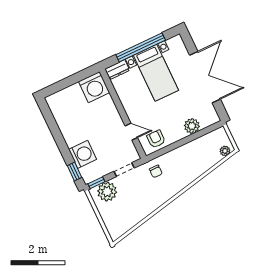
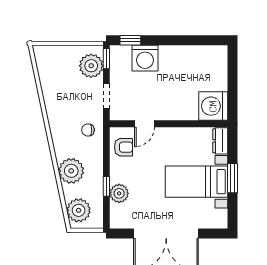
window: (141, 47) -> (233, 178), width x0.47
window: (191, 138) -> (106, 186), added
plant: (225, 151) -> (79, 210), width x1.88, depth x1.88
plant: (192, 169) -> (71, 171), added

